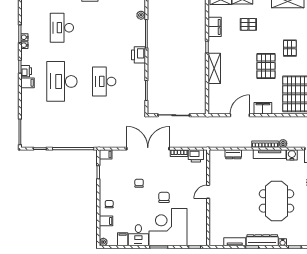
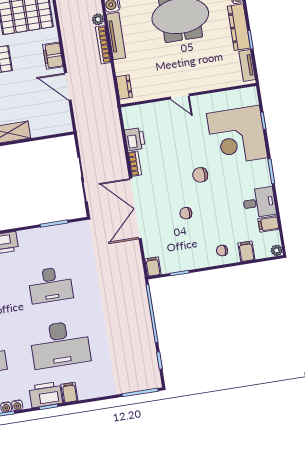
printer: (26, 71) -> (46, 395), width x1.87, depth x1.48
door: (208, 192) -> (180, 96), moved
wall: (208, 198) -> (188, 95), moved
corner desk: (168, 227) -> (237, 136), moved

